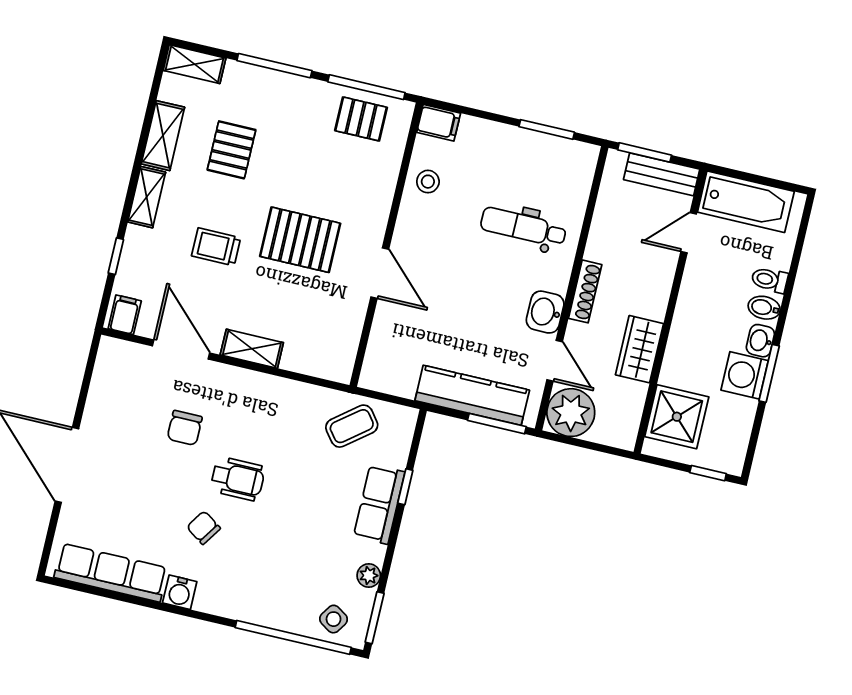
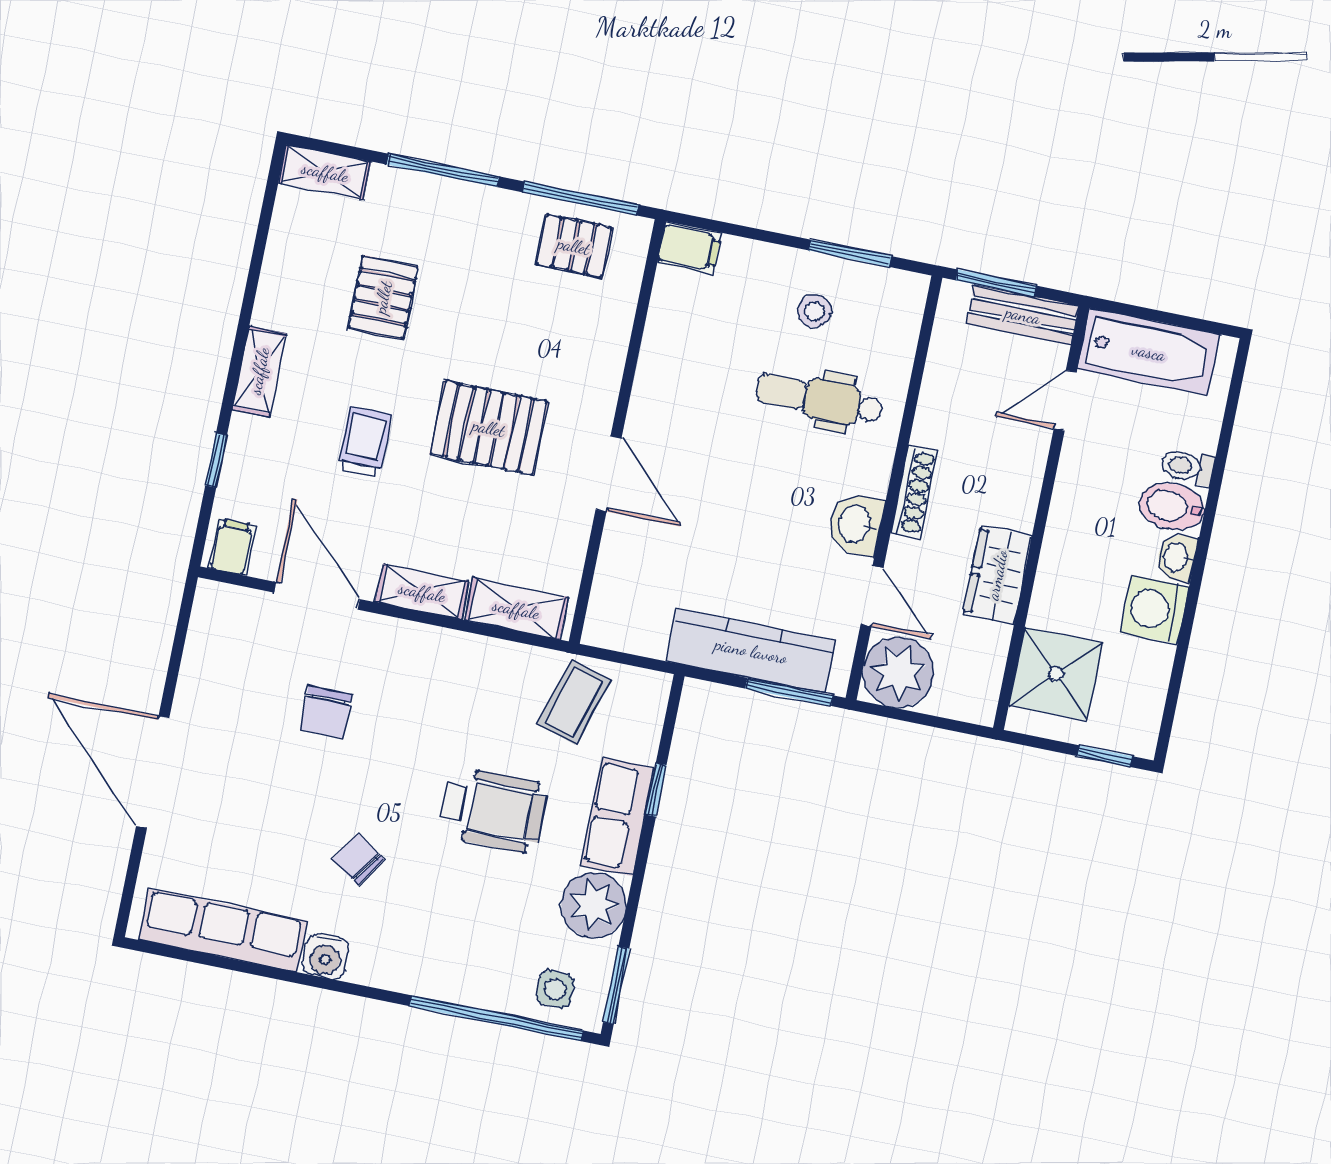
shelving: (163, 136) -> (516, 609), moved, turned 90
stool: (428, 182) -> (815, 311), moved
trolley: (216, 247) -> (365, 442), turned 90
bidet: (764, 308) -> (1172, 506), width x1.38, depth x1.36
window: (769, 373) -> (1191, 605), removed
coffee table: (352, 426) -> (574, 702), turned -35
wheelchair: (238, 479) -> (493, 810), moved, width x1.36, depth x1.37
plant: (369, 575) -> (594, 905), width x1.87, depth x1.87
side table: (334, 619) -> (555, 989), turned -33

